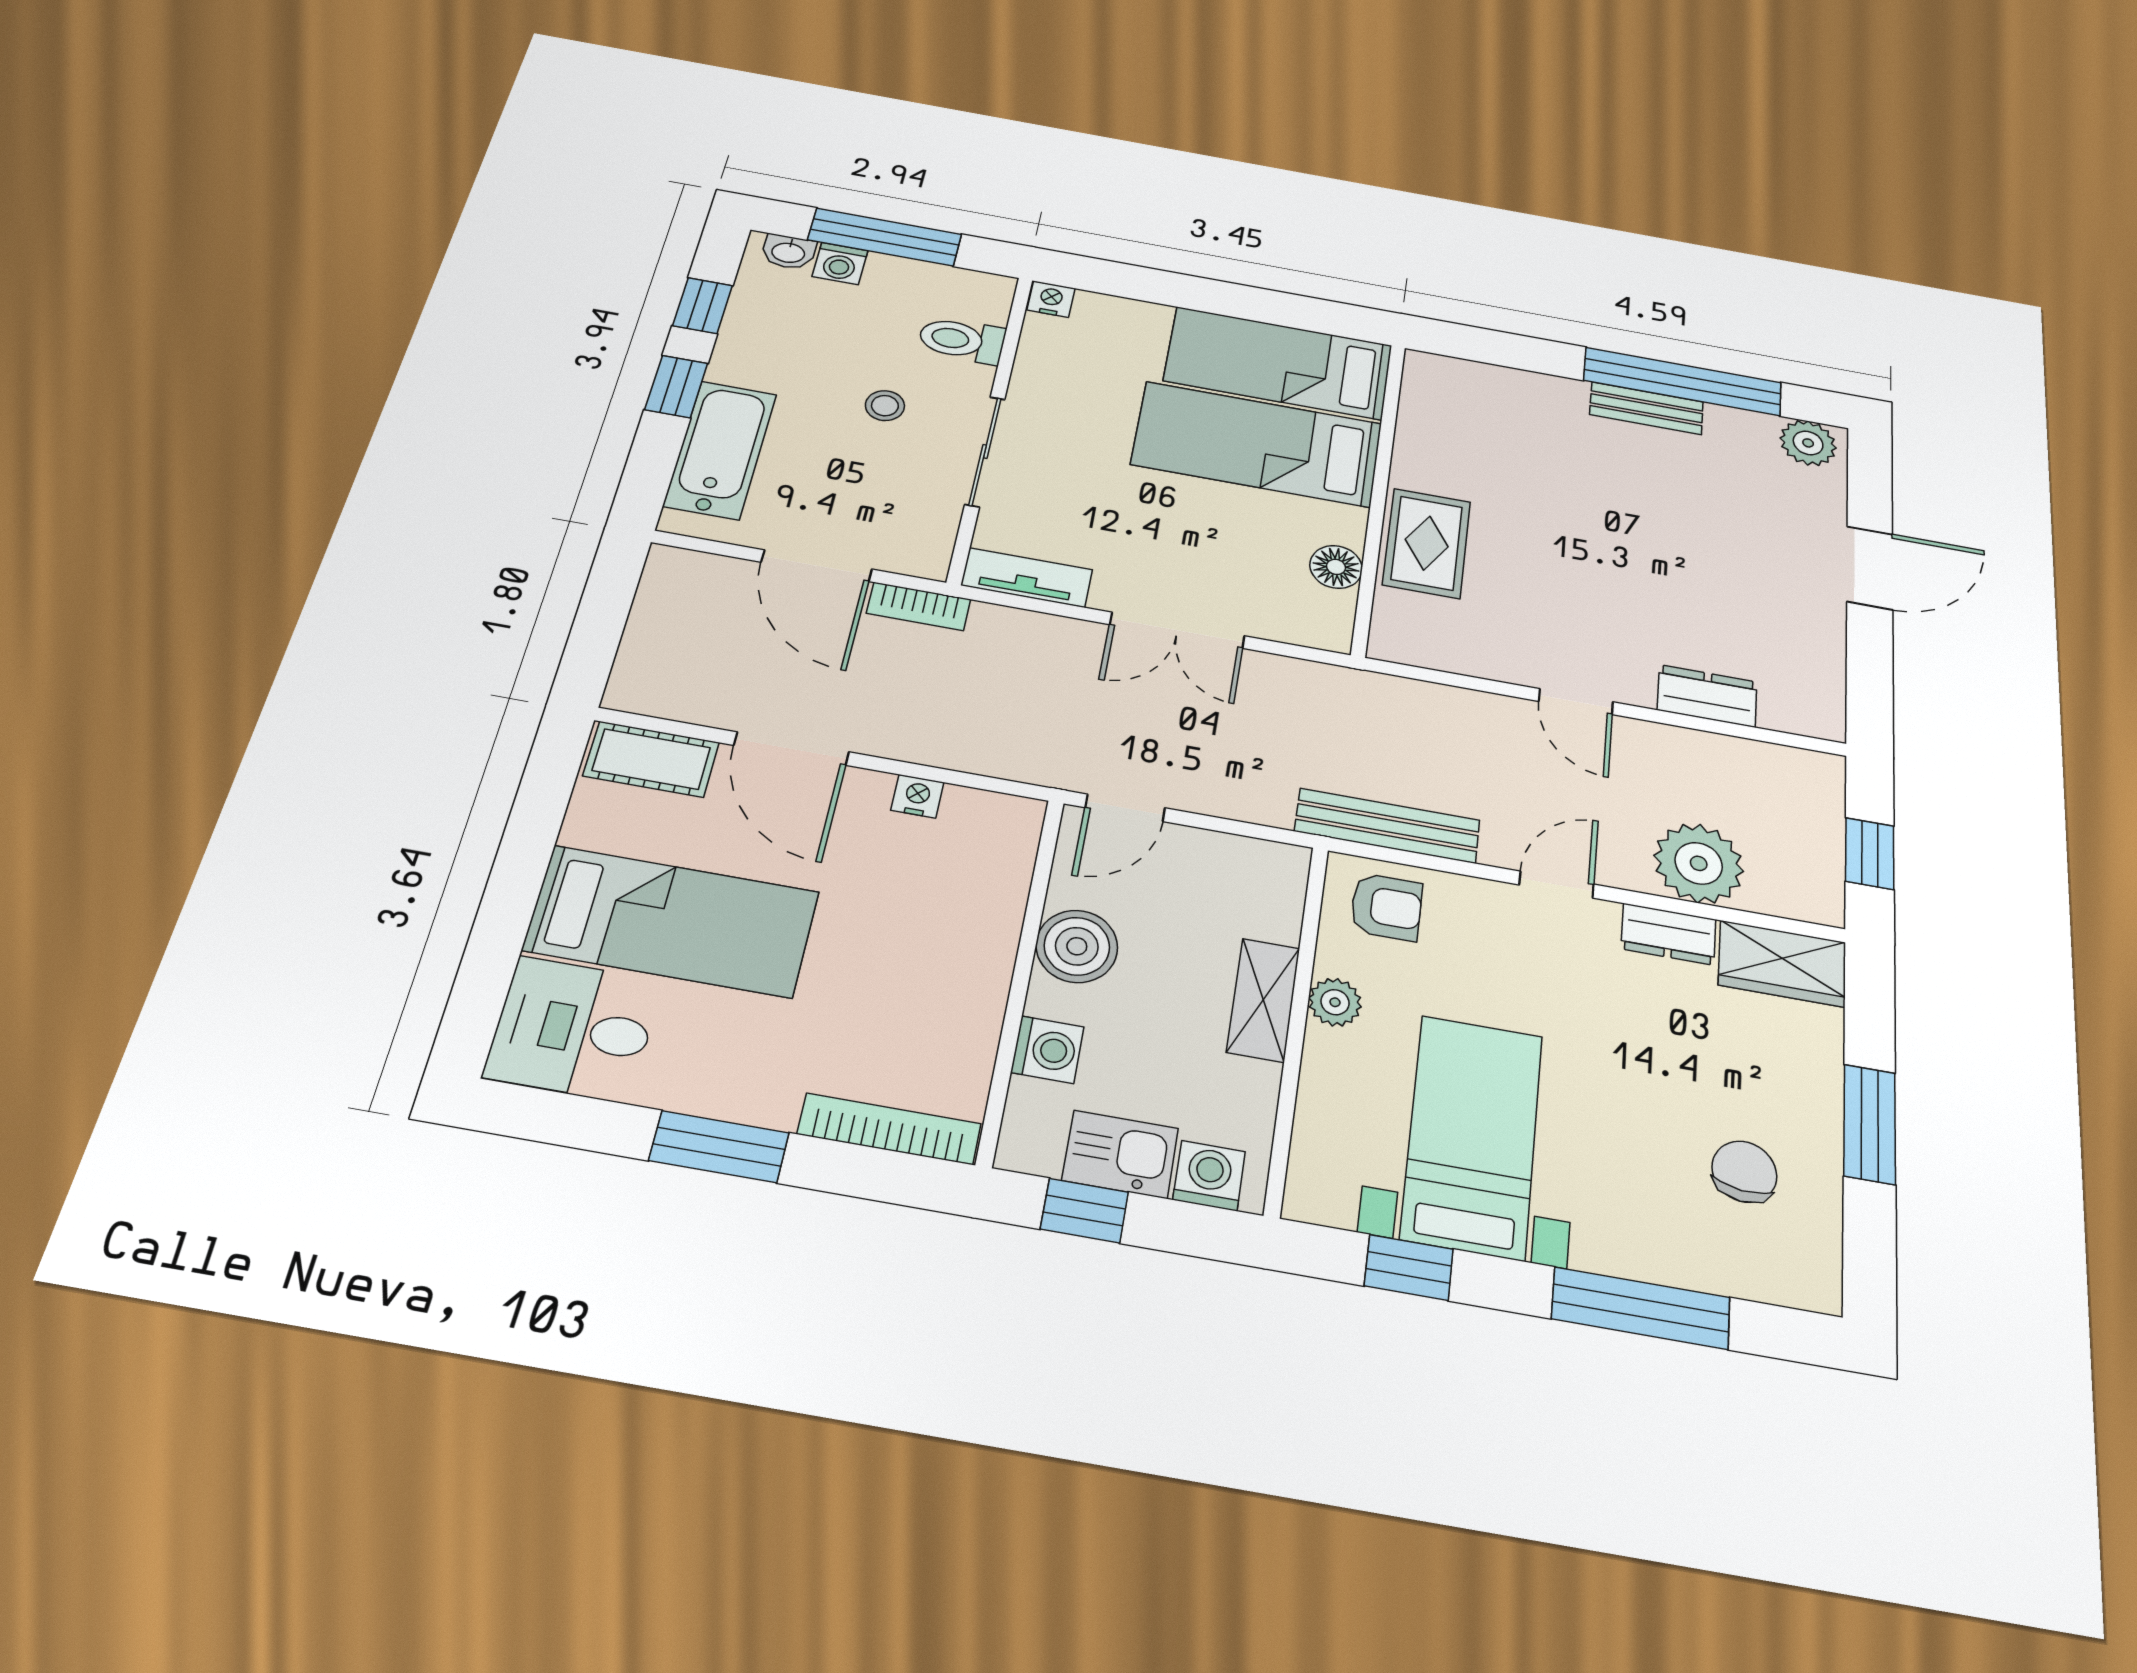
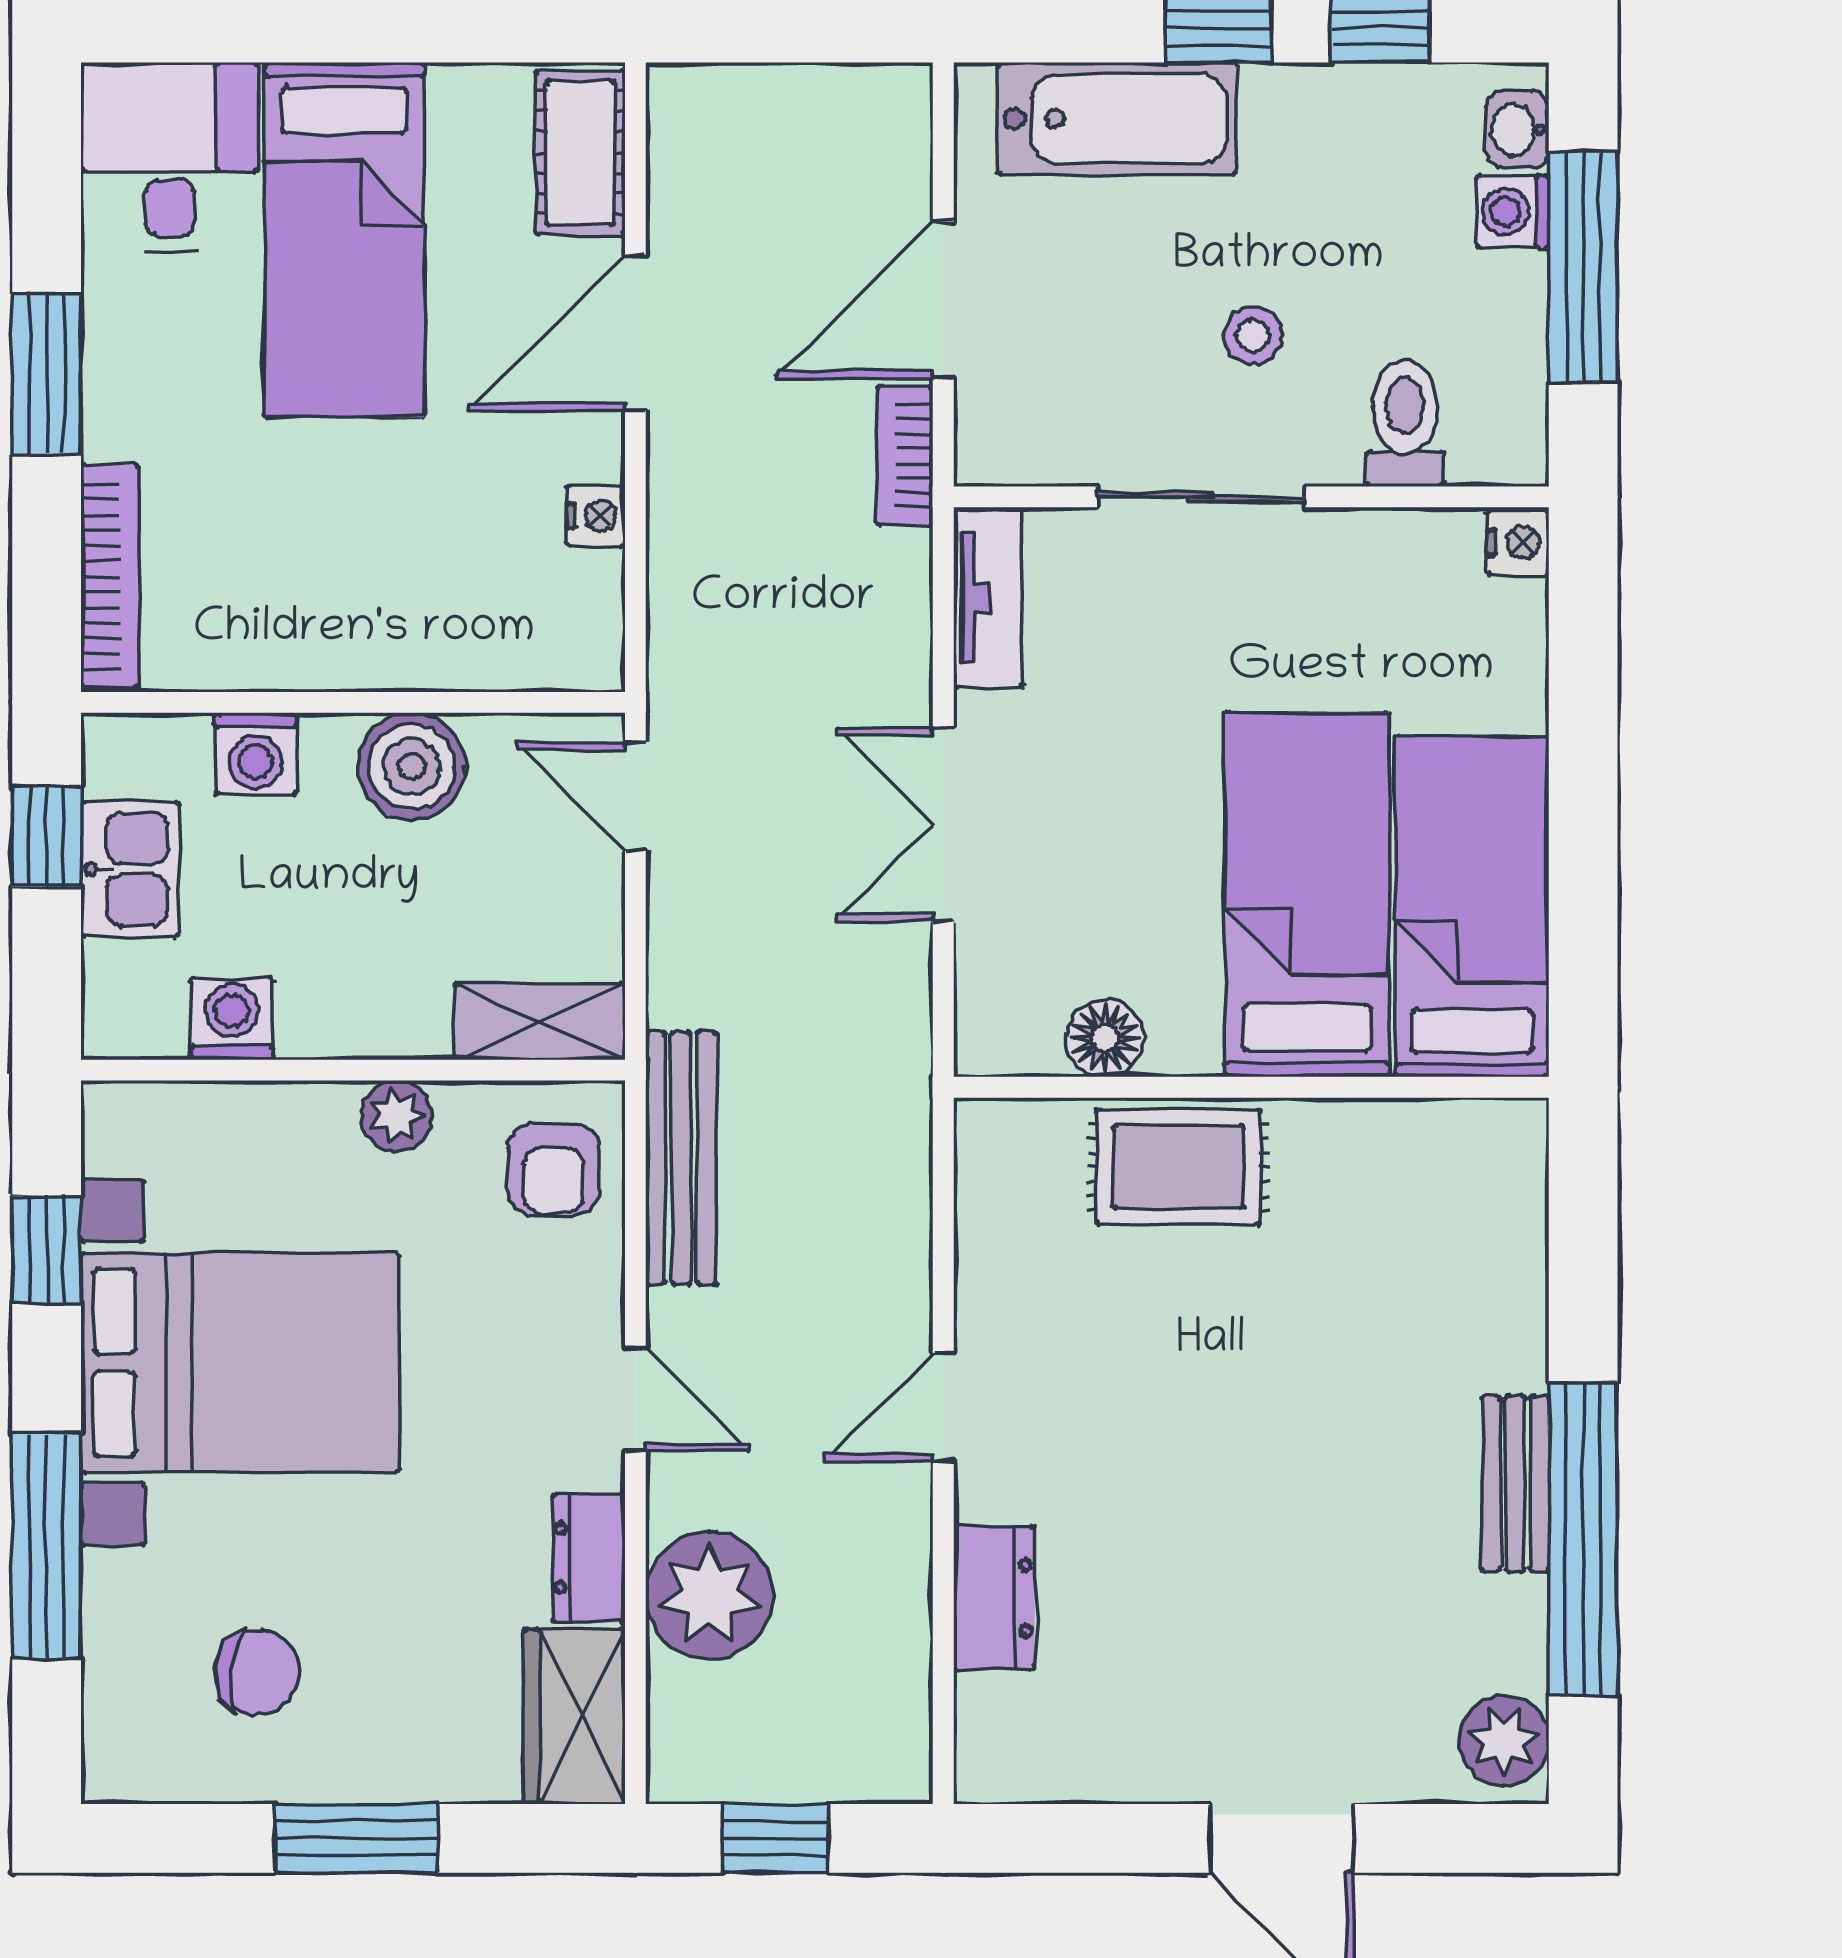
shelving: (1263, 1000) -> (540, 1021), moved
bed with nightstands: (1472, 1136) -> (240, 1363), width x1.36
washing machine: (1209, 1176) -> (232, 1019), moved, turned -90

